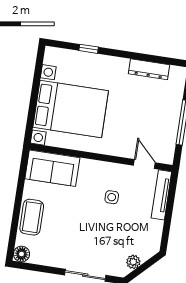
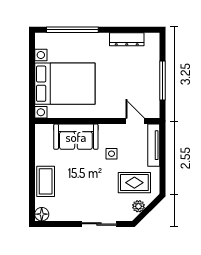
window: (89, 49) -> (72, 30), width x3.17
sofa: (52, 168) -> (76, 137), moved
rug: (133, 234) -> (134, 183), added

